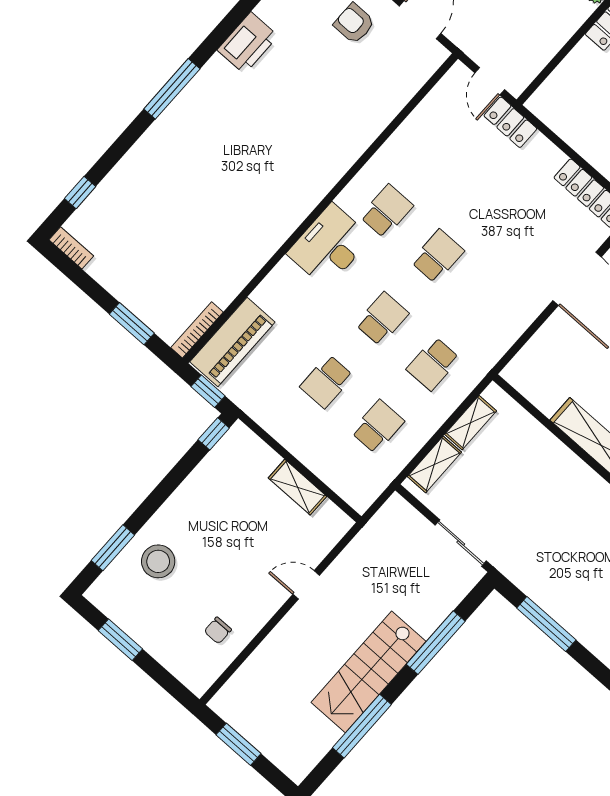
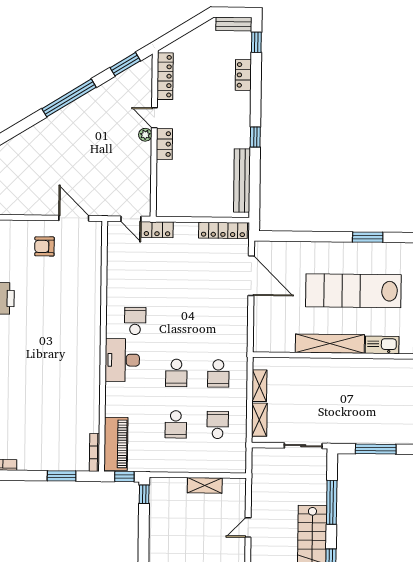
school desk: (437, 256) -> (177, 321), removed
school desk: (382, 319) -> (176, 373), turned 180

